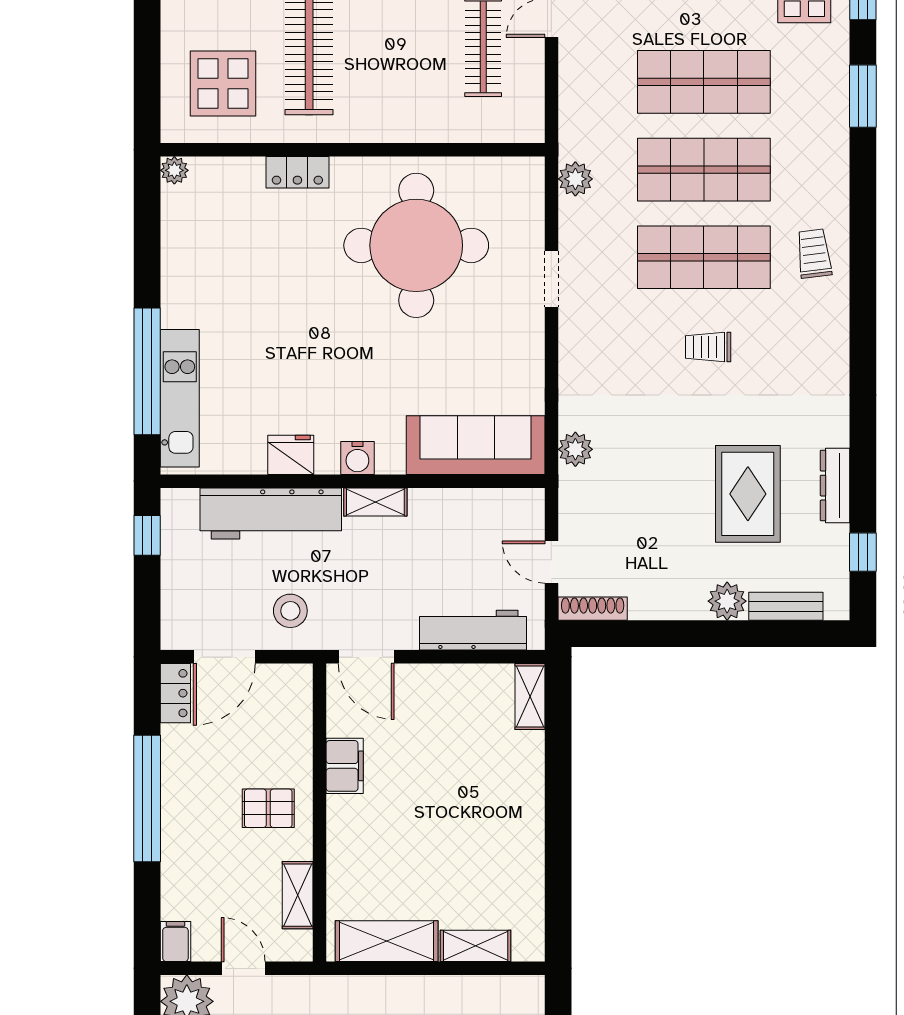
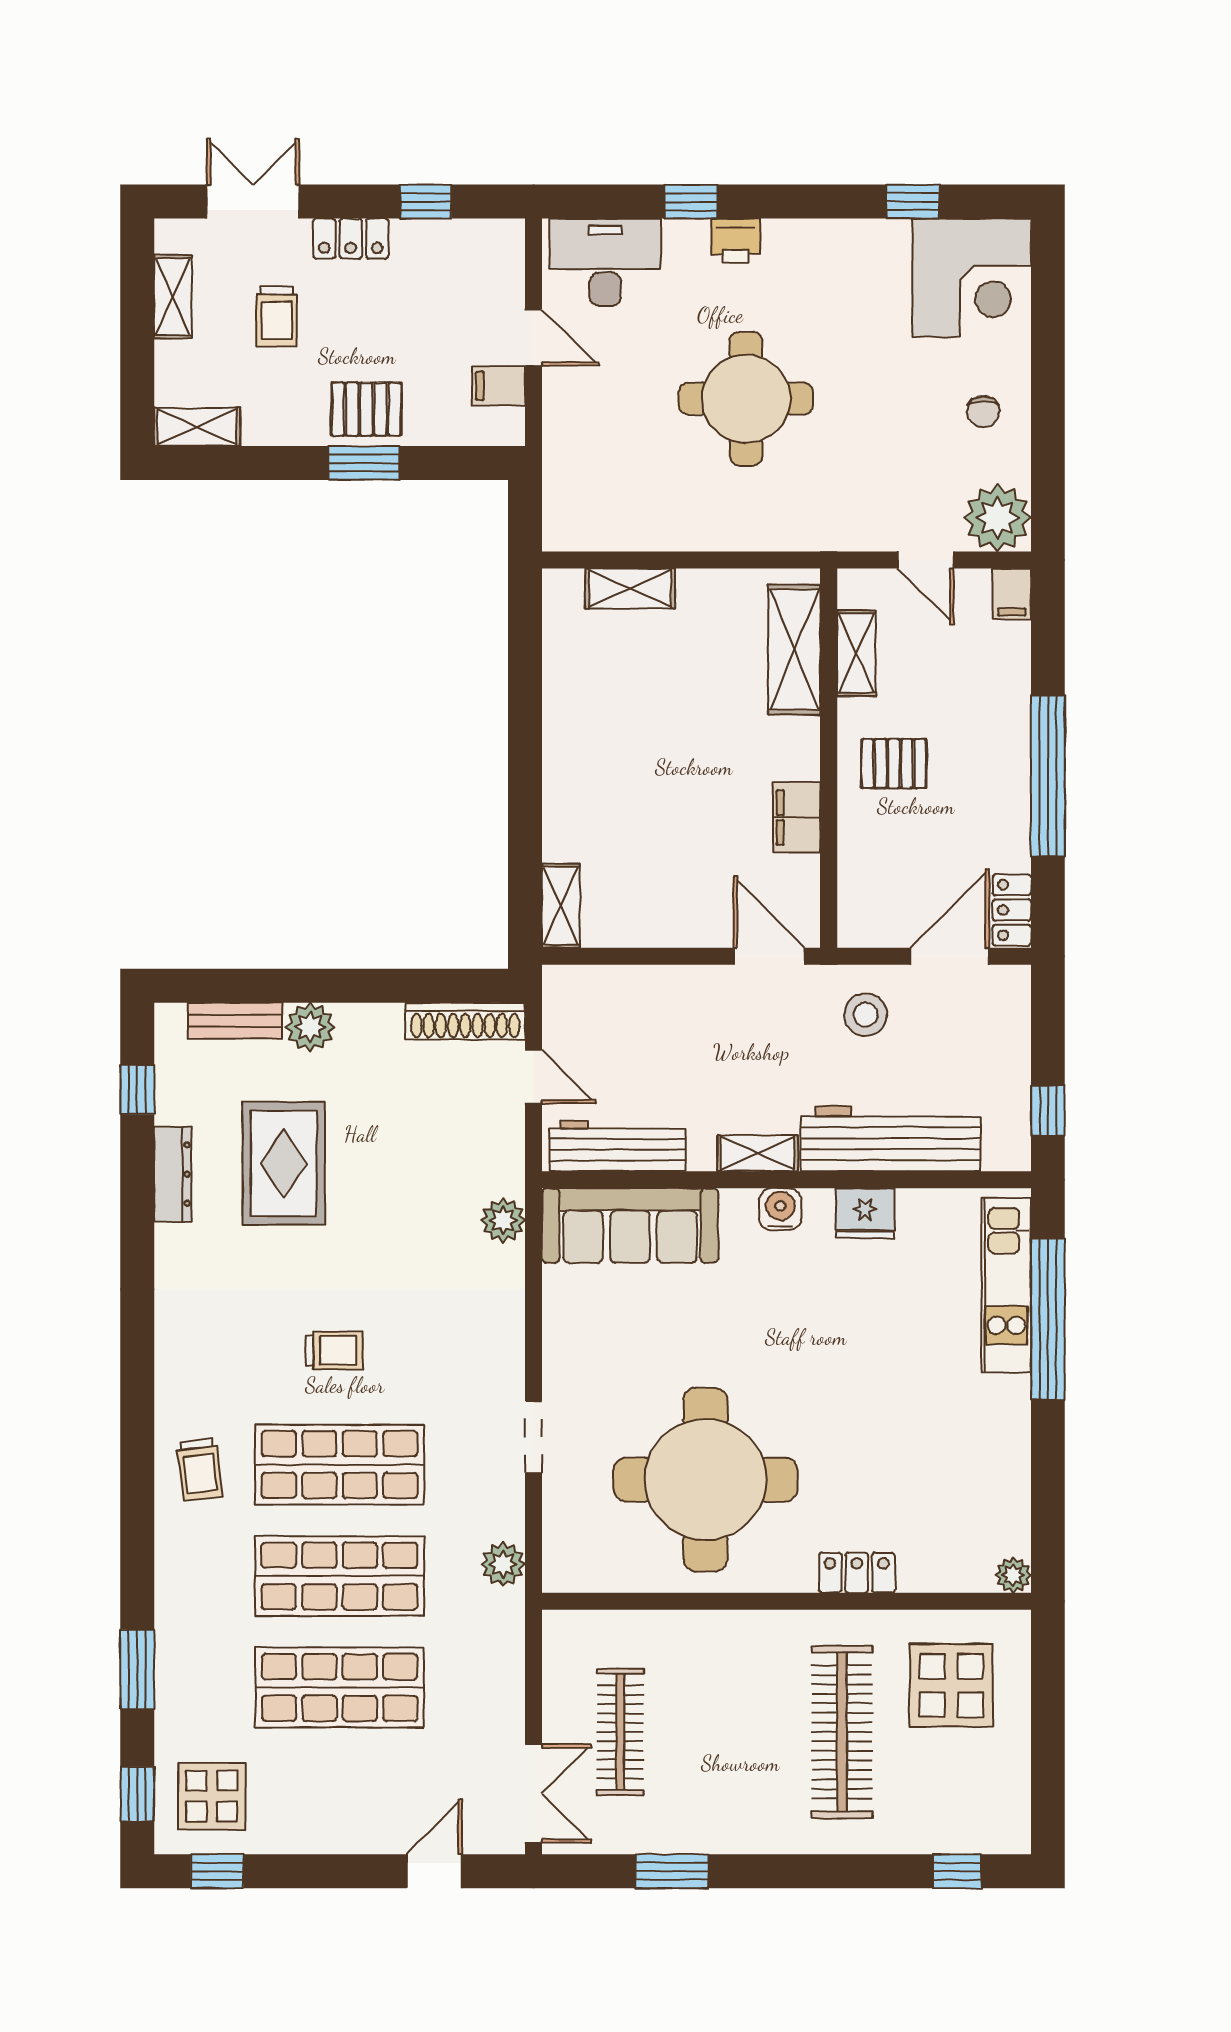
shoe rack: (593, 609) -> (465, 1021), width x1.36, depth x1.24
workbench: (473, 630) -> (617, 1146), moved, turned 180
shelving: (387, 941) -> (794, 650), moved, turned 90

